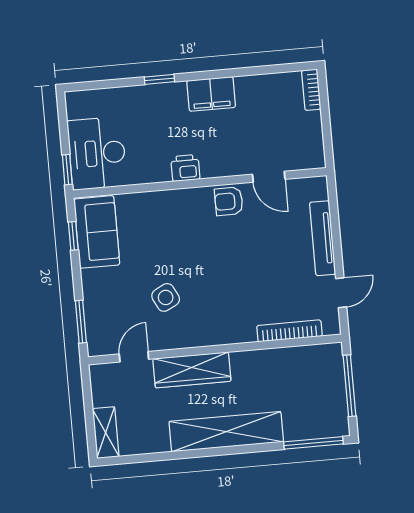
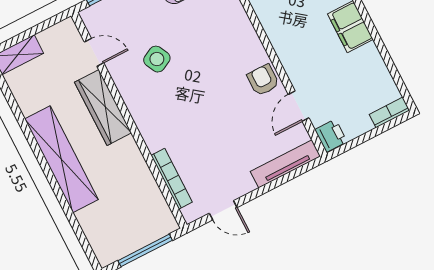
printer: (185, 168) -> (331, 136), moved
tv unit: (323, 238) -> (285, 164), moved
window: (313, 443) -> (82, 239), removed

